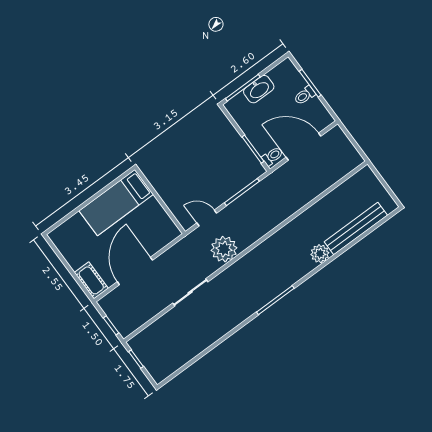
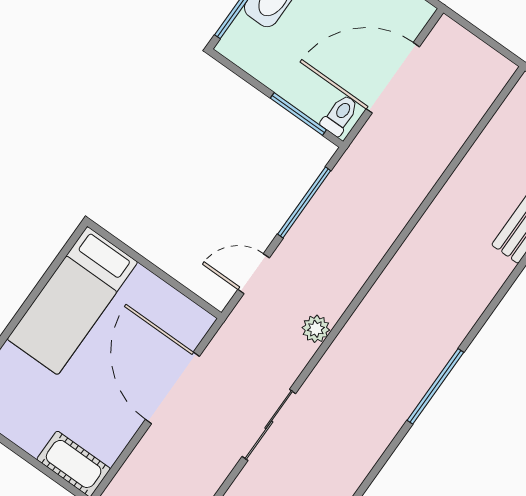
plant: (224, 249) -> (316, 329), width x0.53, depth x0.53
plant: (320, 254) -> (491, 271), removed
door: (135, 271) -> (172, 388), moved

